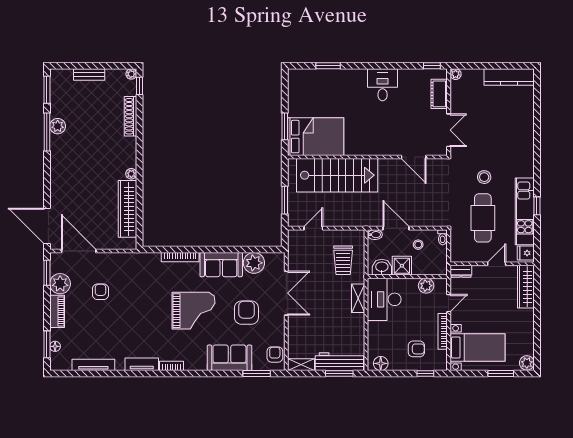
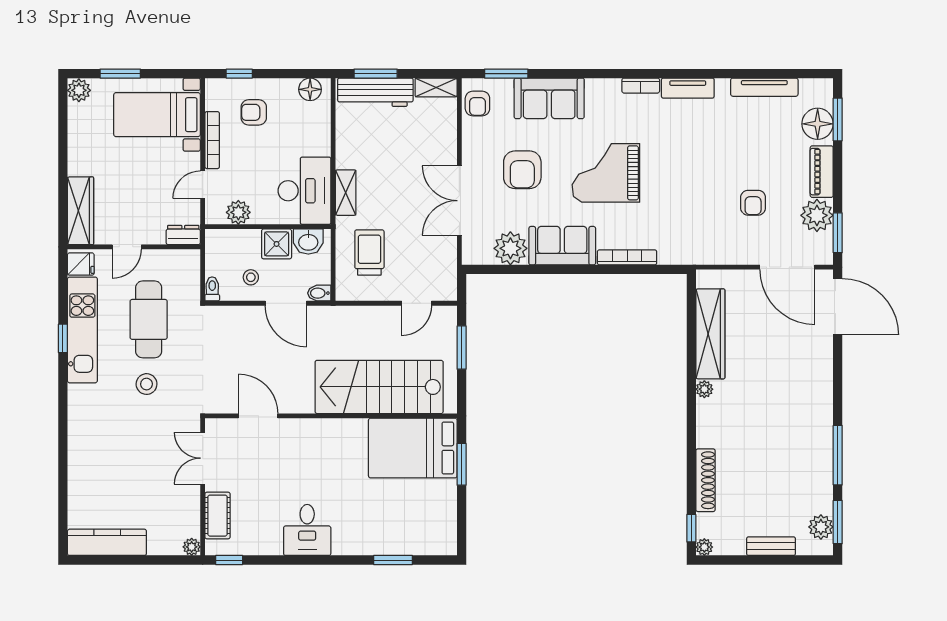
plant: (58, 126) -> (821, 527), moved
floor lamp: (55, 346) -> (818, 124), width x1.89, depth x1.89

